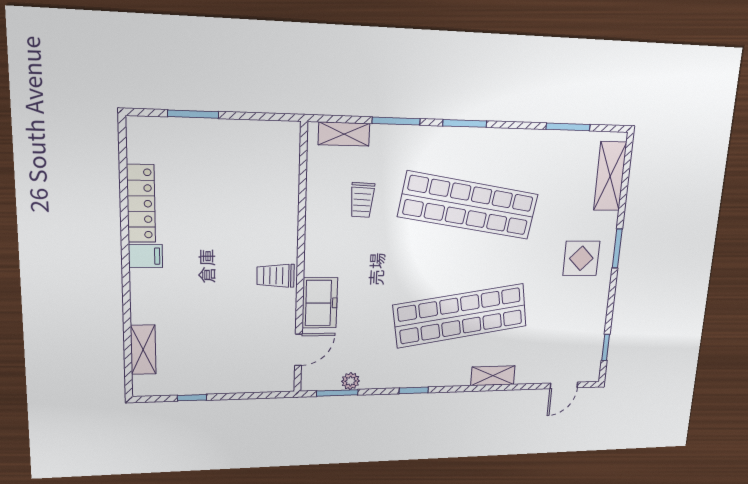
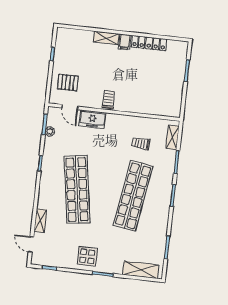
display table: (581, 258) -> (87, 256), moved
shelving: (143, 350) -> (106, 38), moved
pallet: (248, 360) -> (68, 82), added
shelving: (493, 376) -> (40, 221), moved

